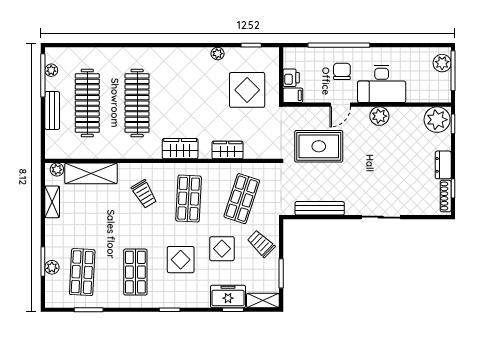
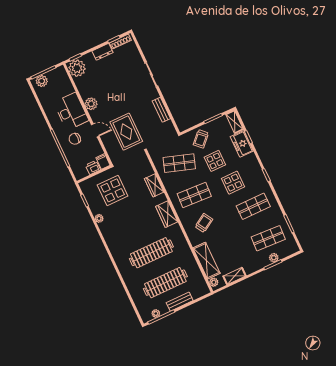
bench: (320, 208) -> (161, 110), width x0.73

